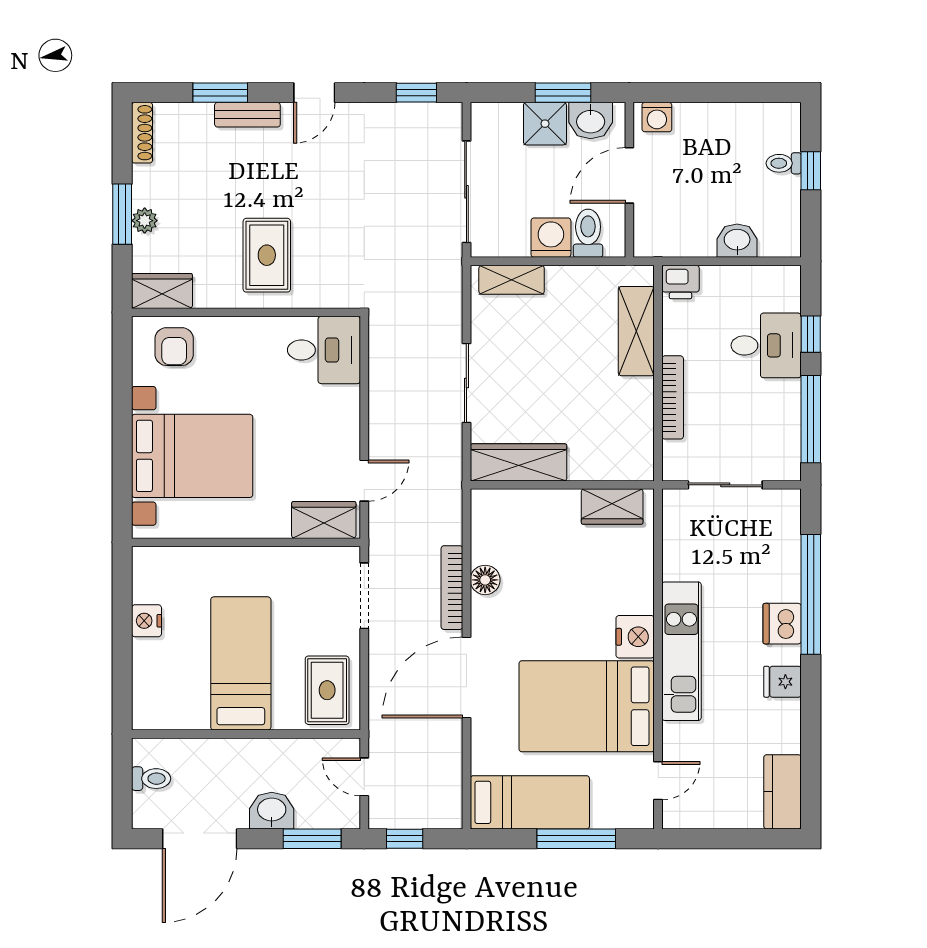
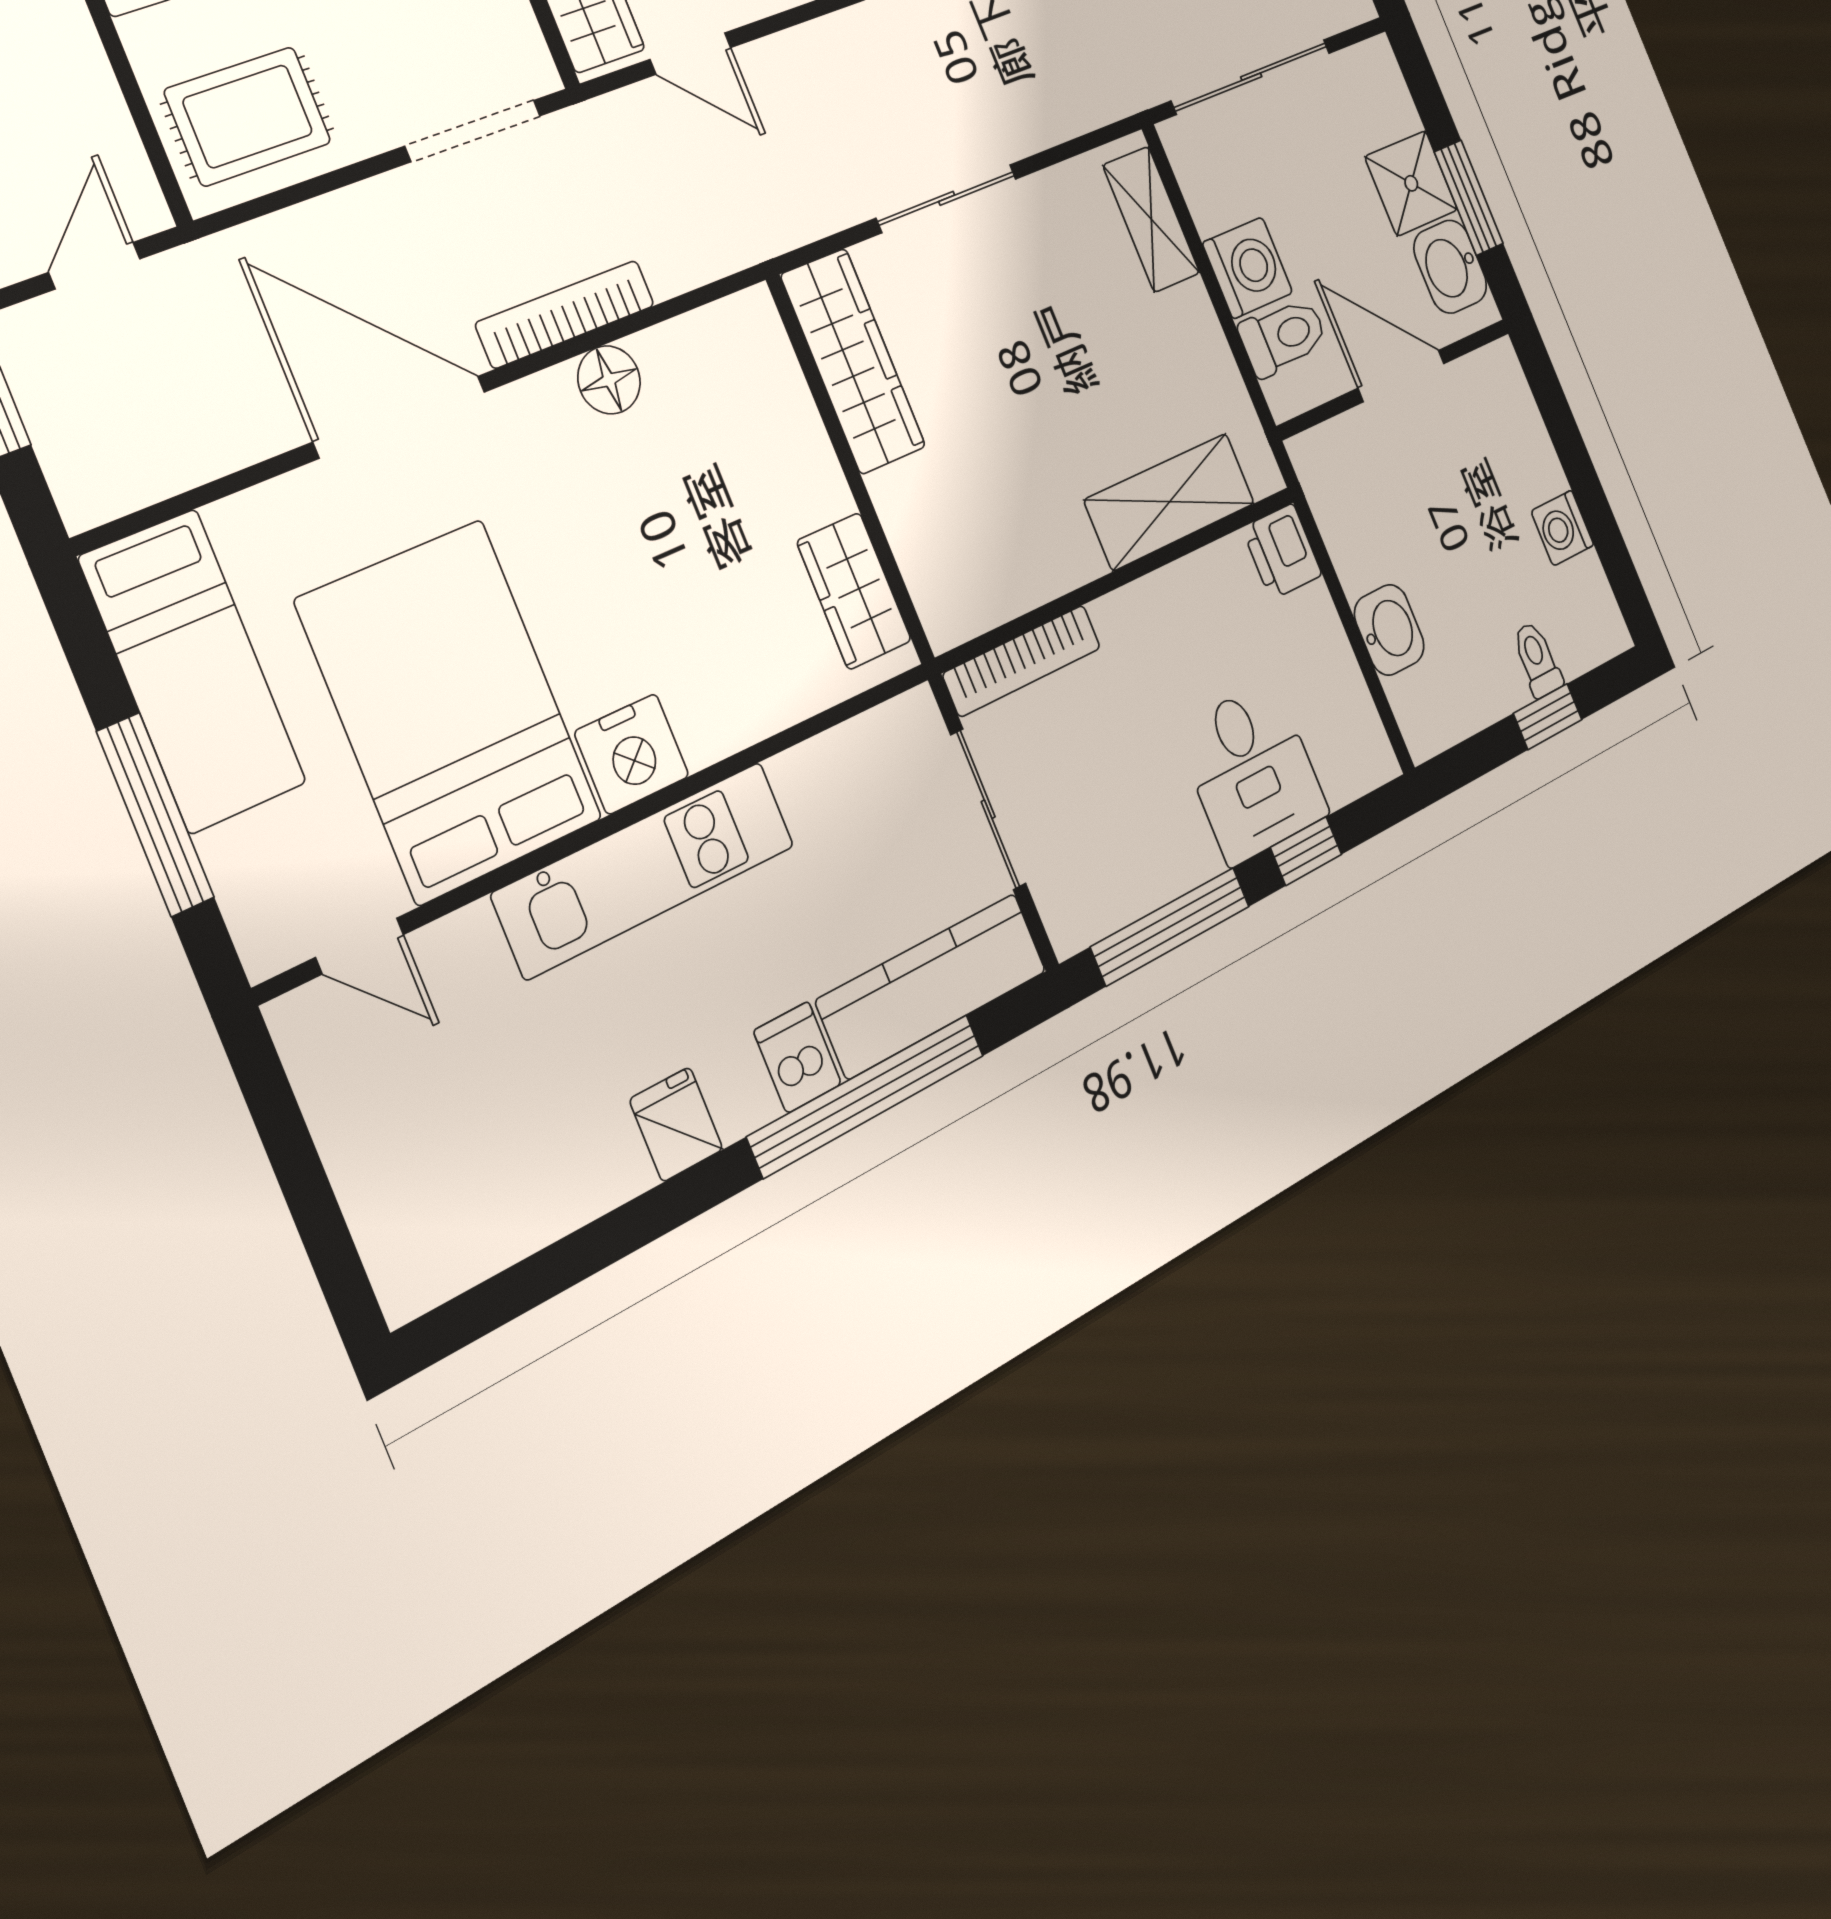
washing machine: (657, 117) -> (1562, 528), moved
bookcase: (673, 397) -> (1022, 661), moved
dishwasher: (782, 624) -> (798, 1057), width x0.73
kitchen counter: (783, 792) -> (932, 985), moved, width x1.50

